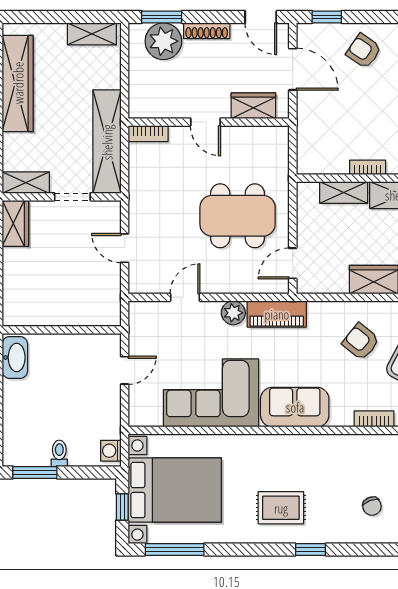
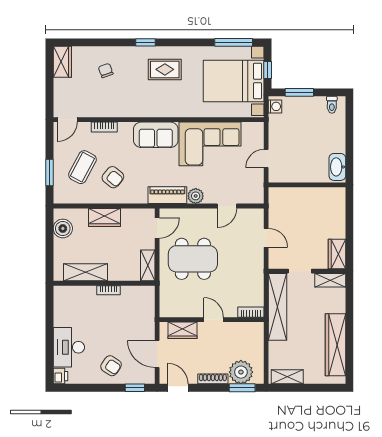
shelving: (344, 192) -> (148, 265), moved, turned 90
toilet: (59, 453) -> (332, 105), moved
window: (35, 472) -> (299, 92), moved

